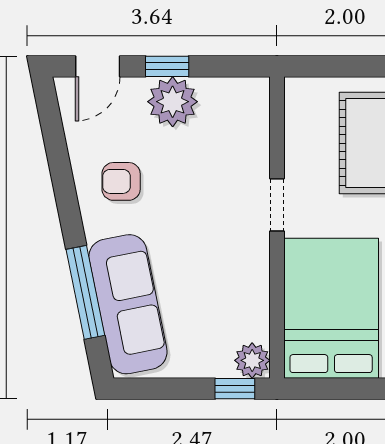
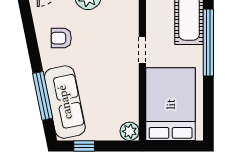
window: (235, 389) -> (84, 146), moved

